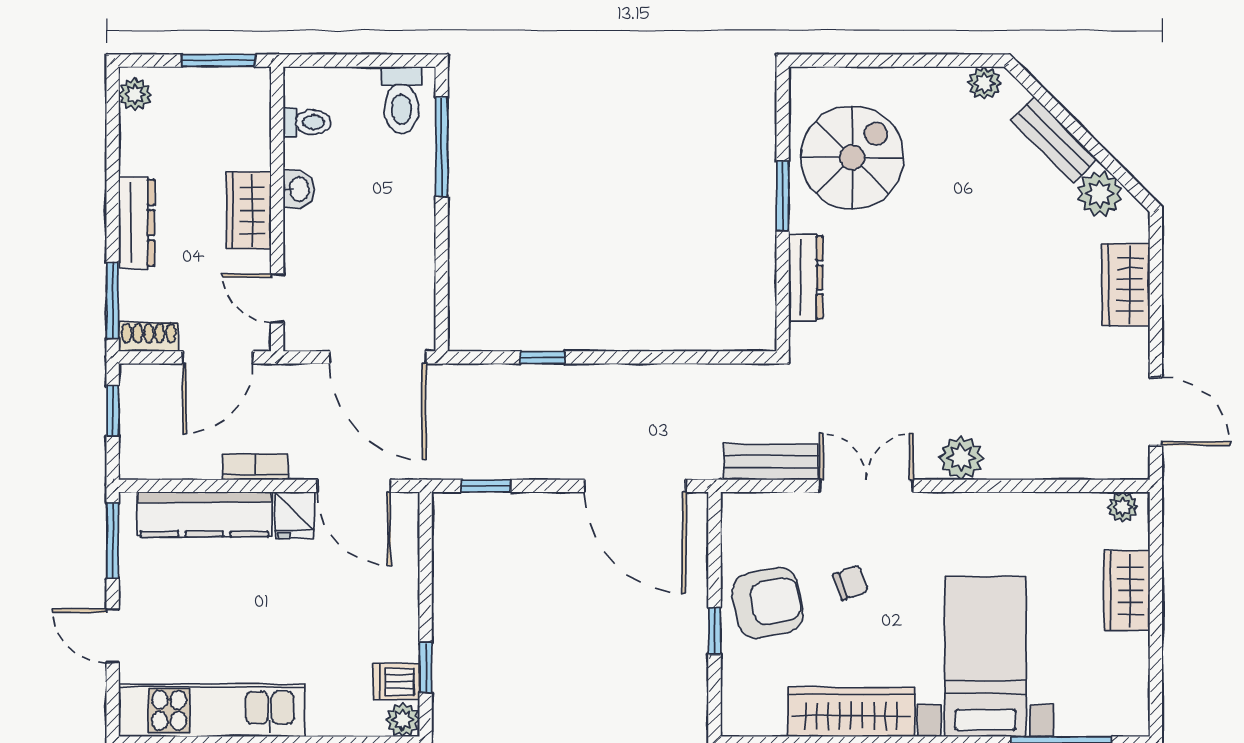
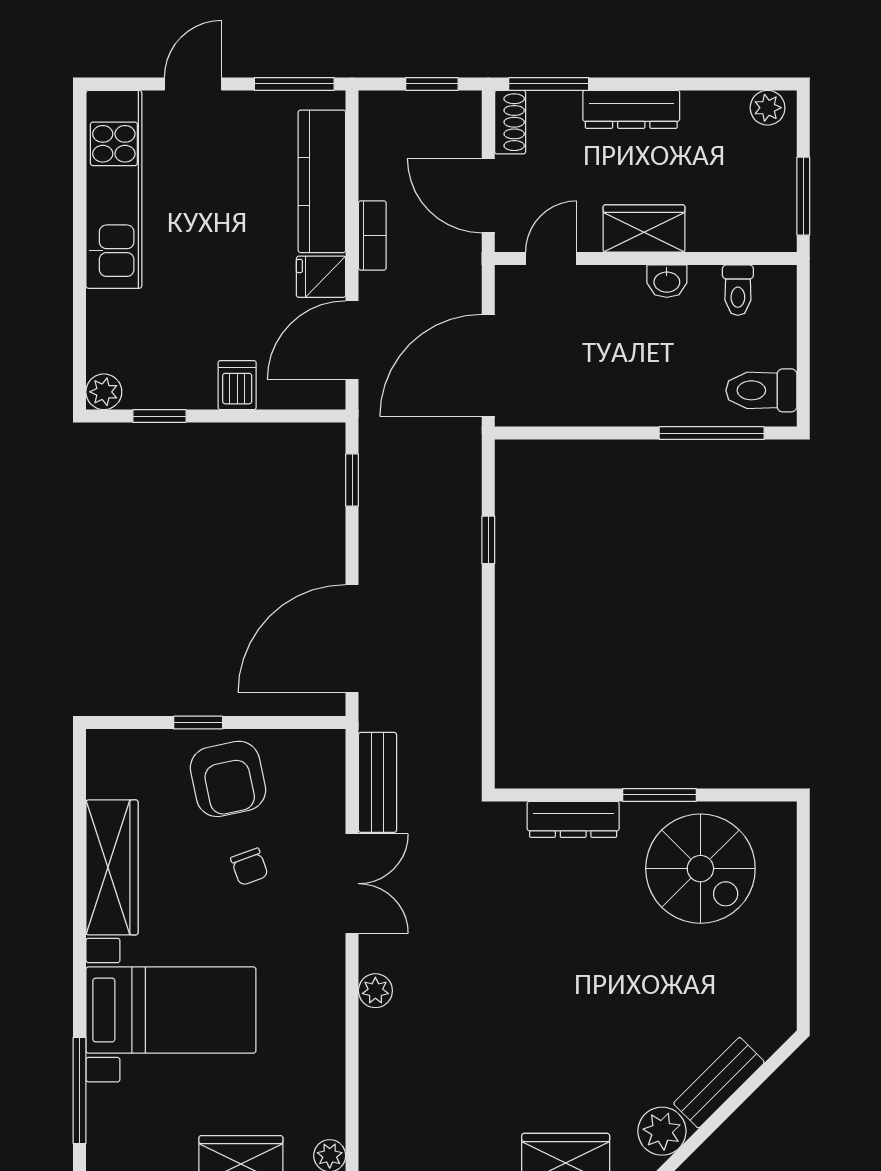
plant: (984, 83) -> (779, 1009), removed
plant: (961, 458) -> (375, 991), width x0.73, depth x0.73
dishwasher: (396, 682) -> (237, 385), moved

